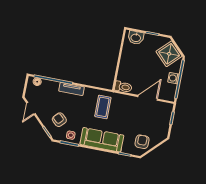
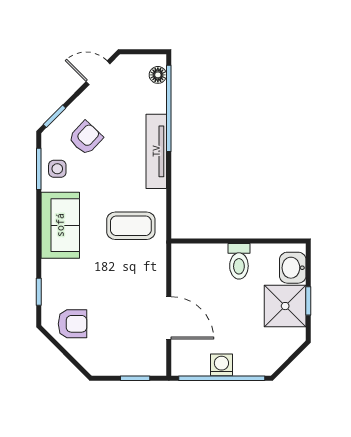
shower: (169, 54) -> (285, 306), moved, turned 45
toilet: (123, 87) -> (239, 261), moved
tv unit: (72, 89) -> (156, 151), width x1.41
sofa: (102, 140) -> (60, 225), width x0.73

